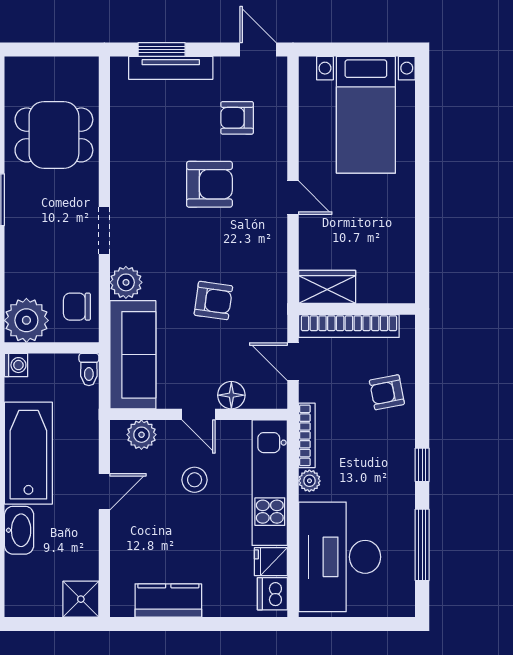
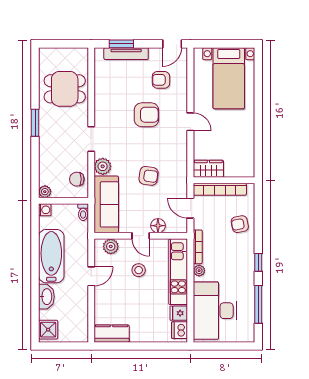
door: (258, 50) -> (172, 44), swing flipped
plant: (26, 320) -> (45, 192), width x0.53, depth x0.53
shower: (81, 599) -> (48, 330), moved
kitchen counter: (168, 600) -> (112, 334), moved

